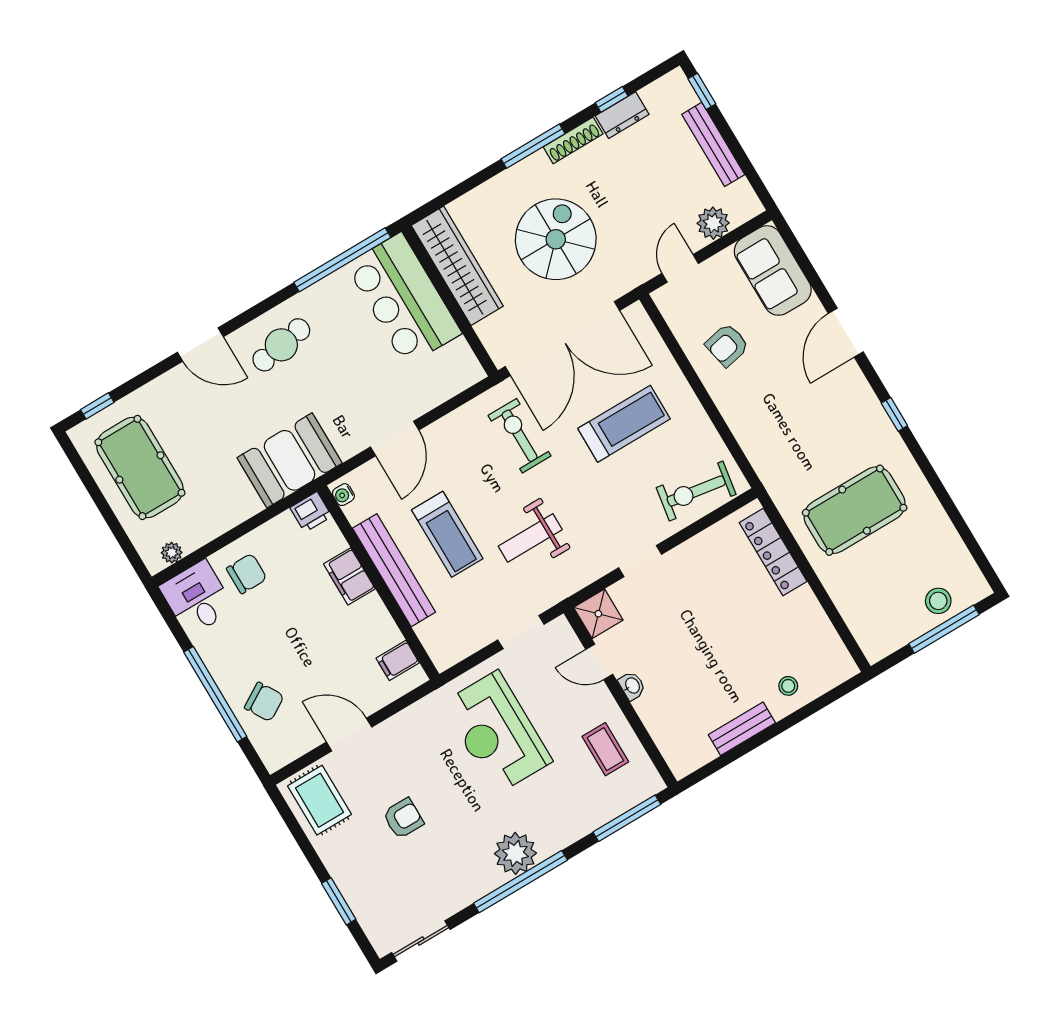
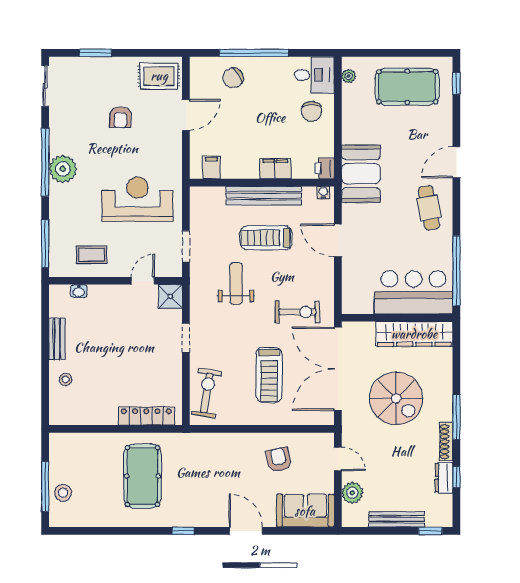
washbasin: (632, 686) -> (79, 291), moved

